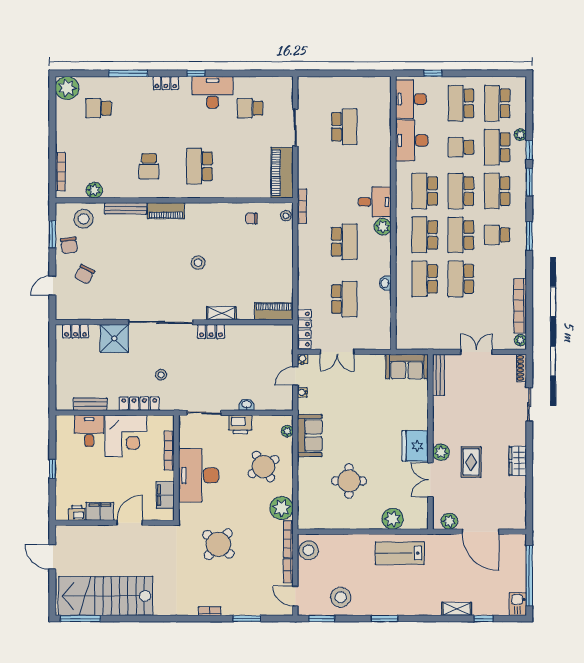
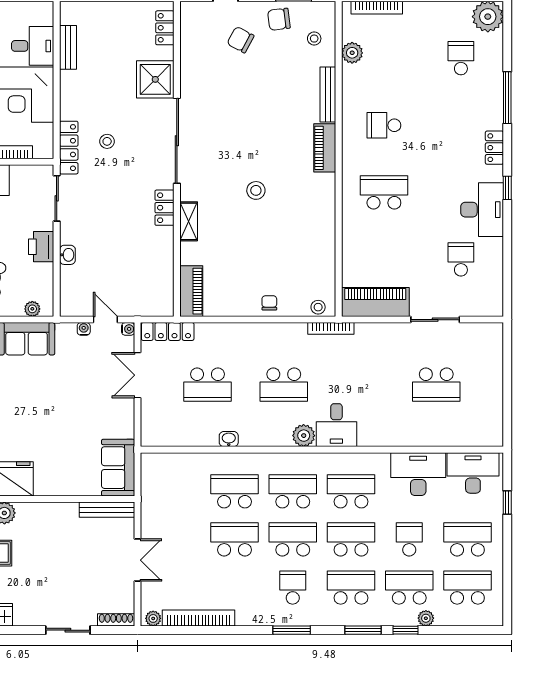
chair: (252, 218) -> (269, 303), moved
stool: (84, 219) -> (314, 39), width x0.53, depth x0.53
locker: (139, 404) -> (69, 148), moved

